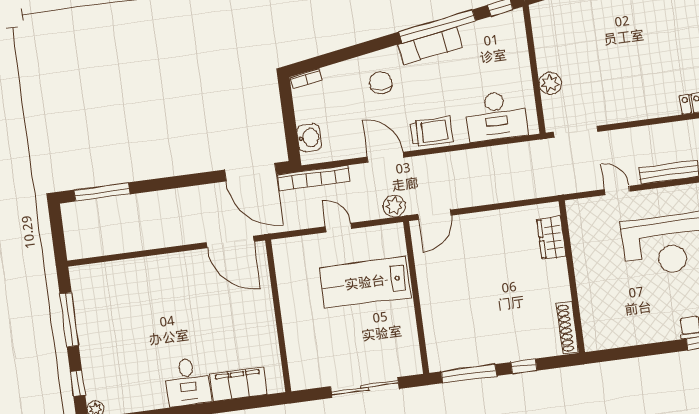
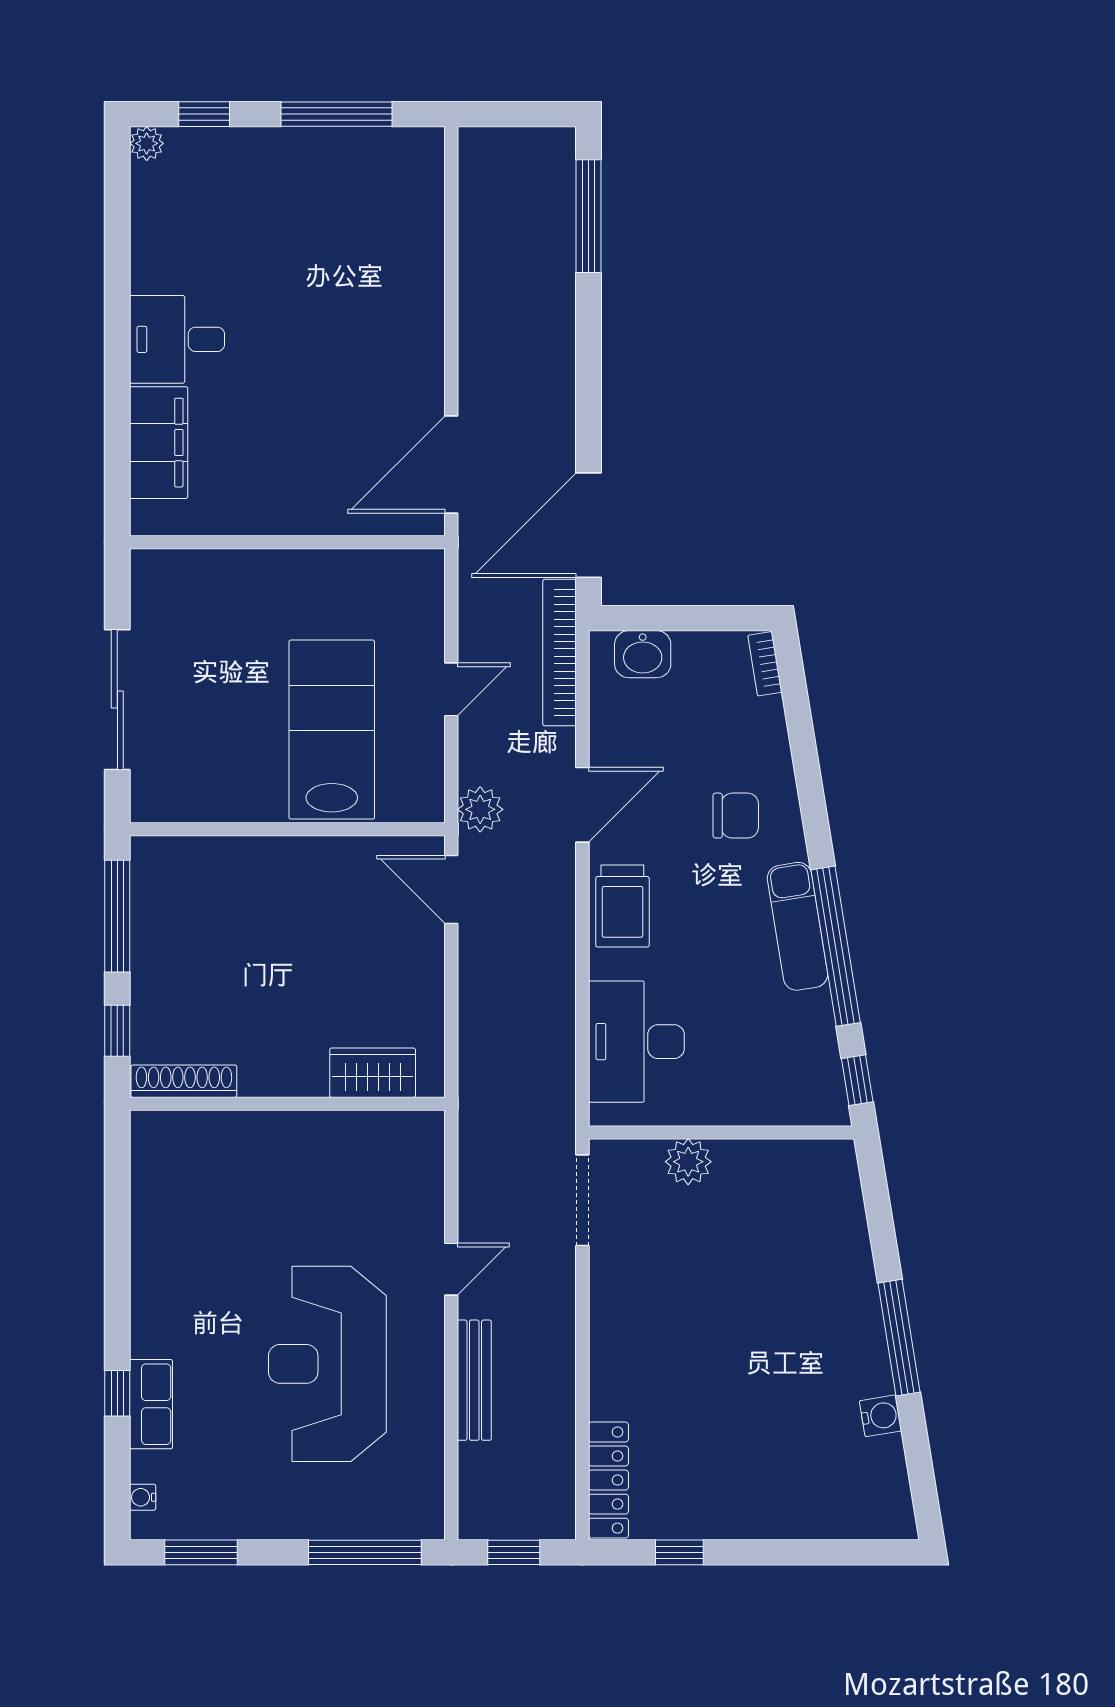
wardrobe: (551, 238) -> (373, 1073), moved
wall: (572, 277) -> (287, 1104), moved
shoe rack: (568, 328) -> (184, 1081), moved

